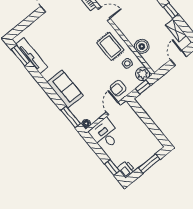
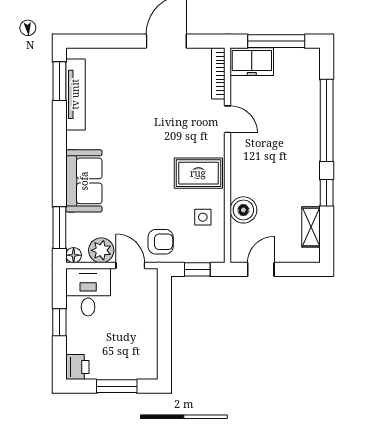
rug: (110, 46) -> (198, 173), turned 90
door: (178, 58) -> (261, 269), moved
plant: (143, 74) -> (101, 250), moved
armchair: (118, 88) -> (161, 242), turned 180
door: (113, 108) -> (130, 266), hinge flipped
window: (112, 168) -> (59, 322), moved

